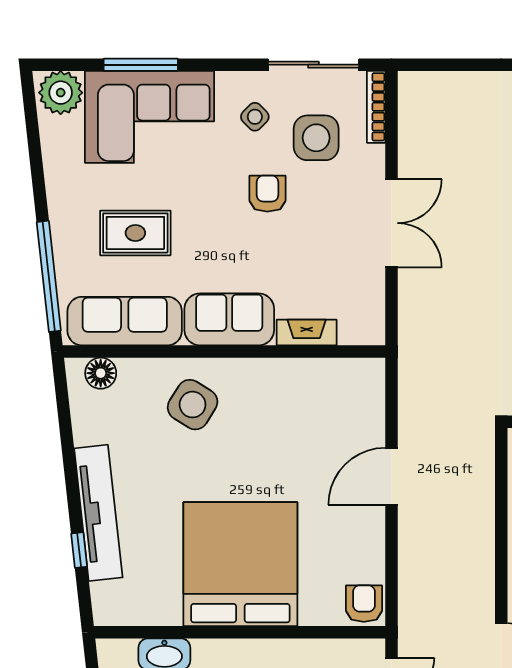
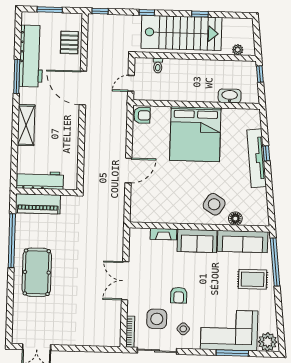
rug: (135, 233) -> (253, 279), moved
floor lamp: (101, 373) -> (235, 219), moved
window: (79, 550) -> (266, 153), moved
armchair: (364, 604) -> (142, 115), turned -90

